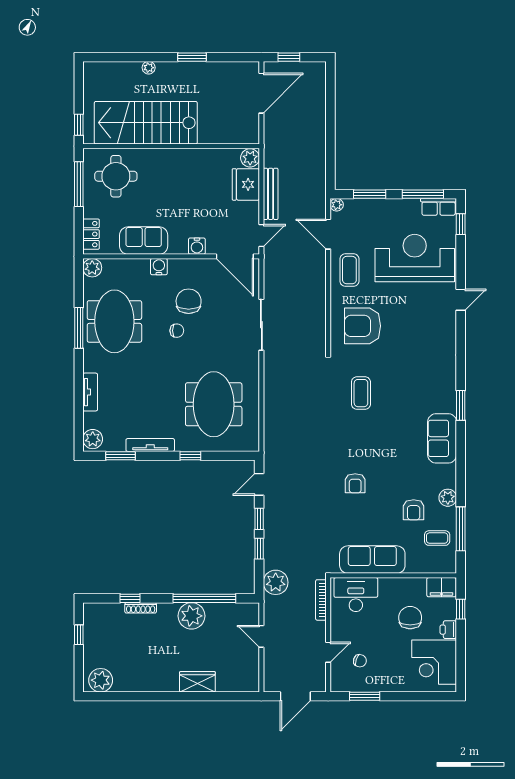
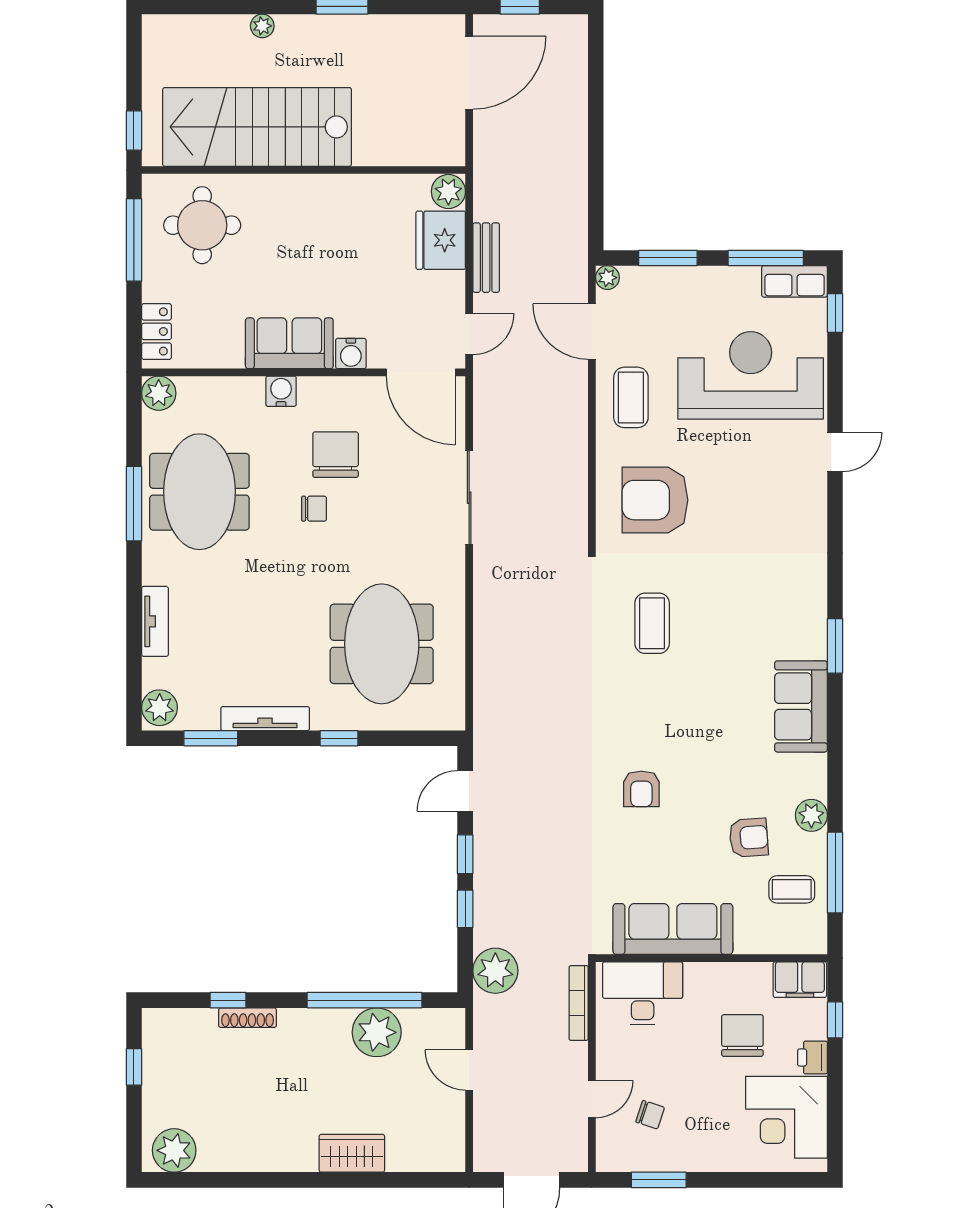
bench: (271, 194) -> (486, 258), width x0.73
sofa: (144, 241) -> (289, 343), moved
armchair: (414, 510) -> (749, 838), turned -94
plant: (191, 616) -> (377, 1032), moved

